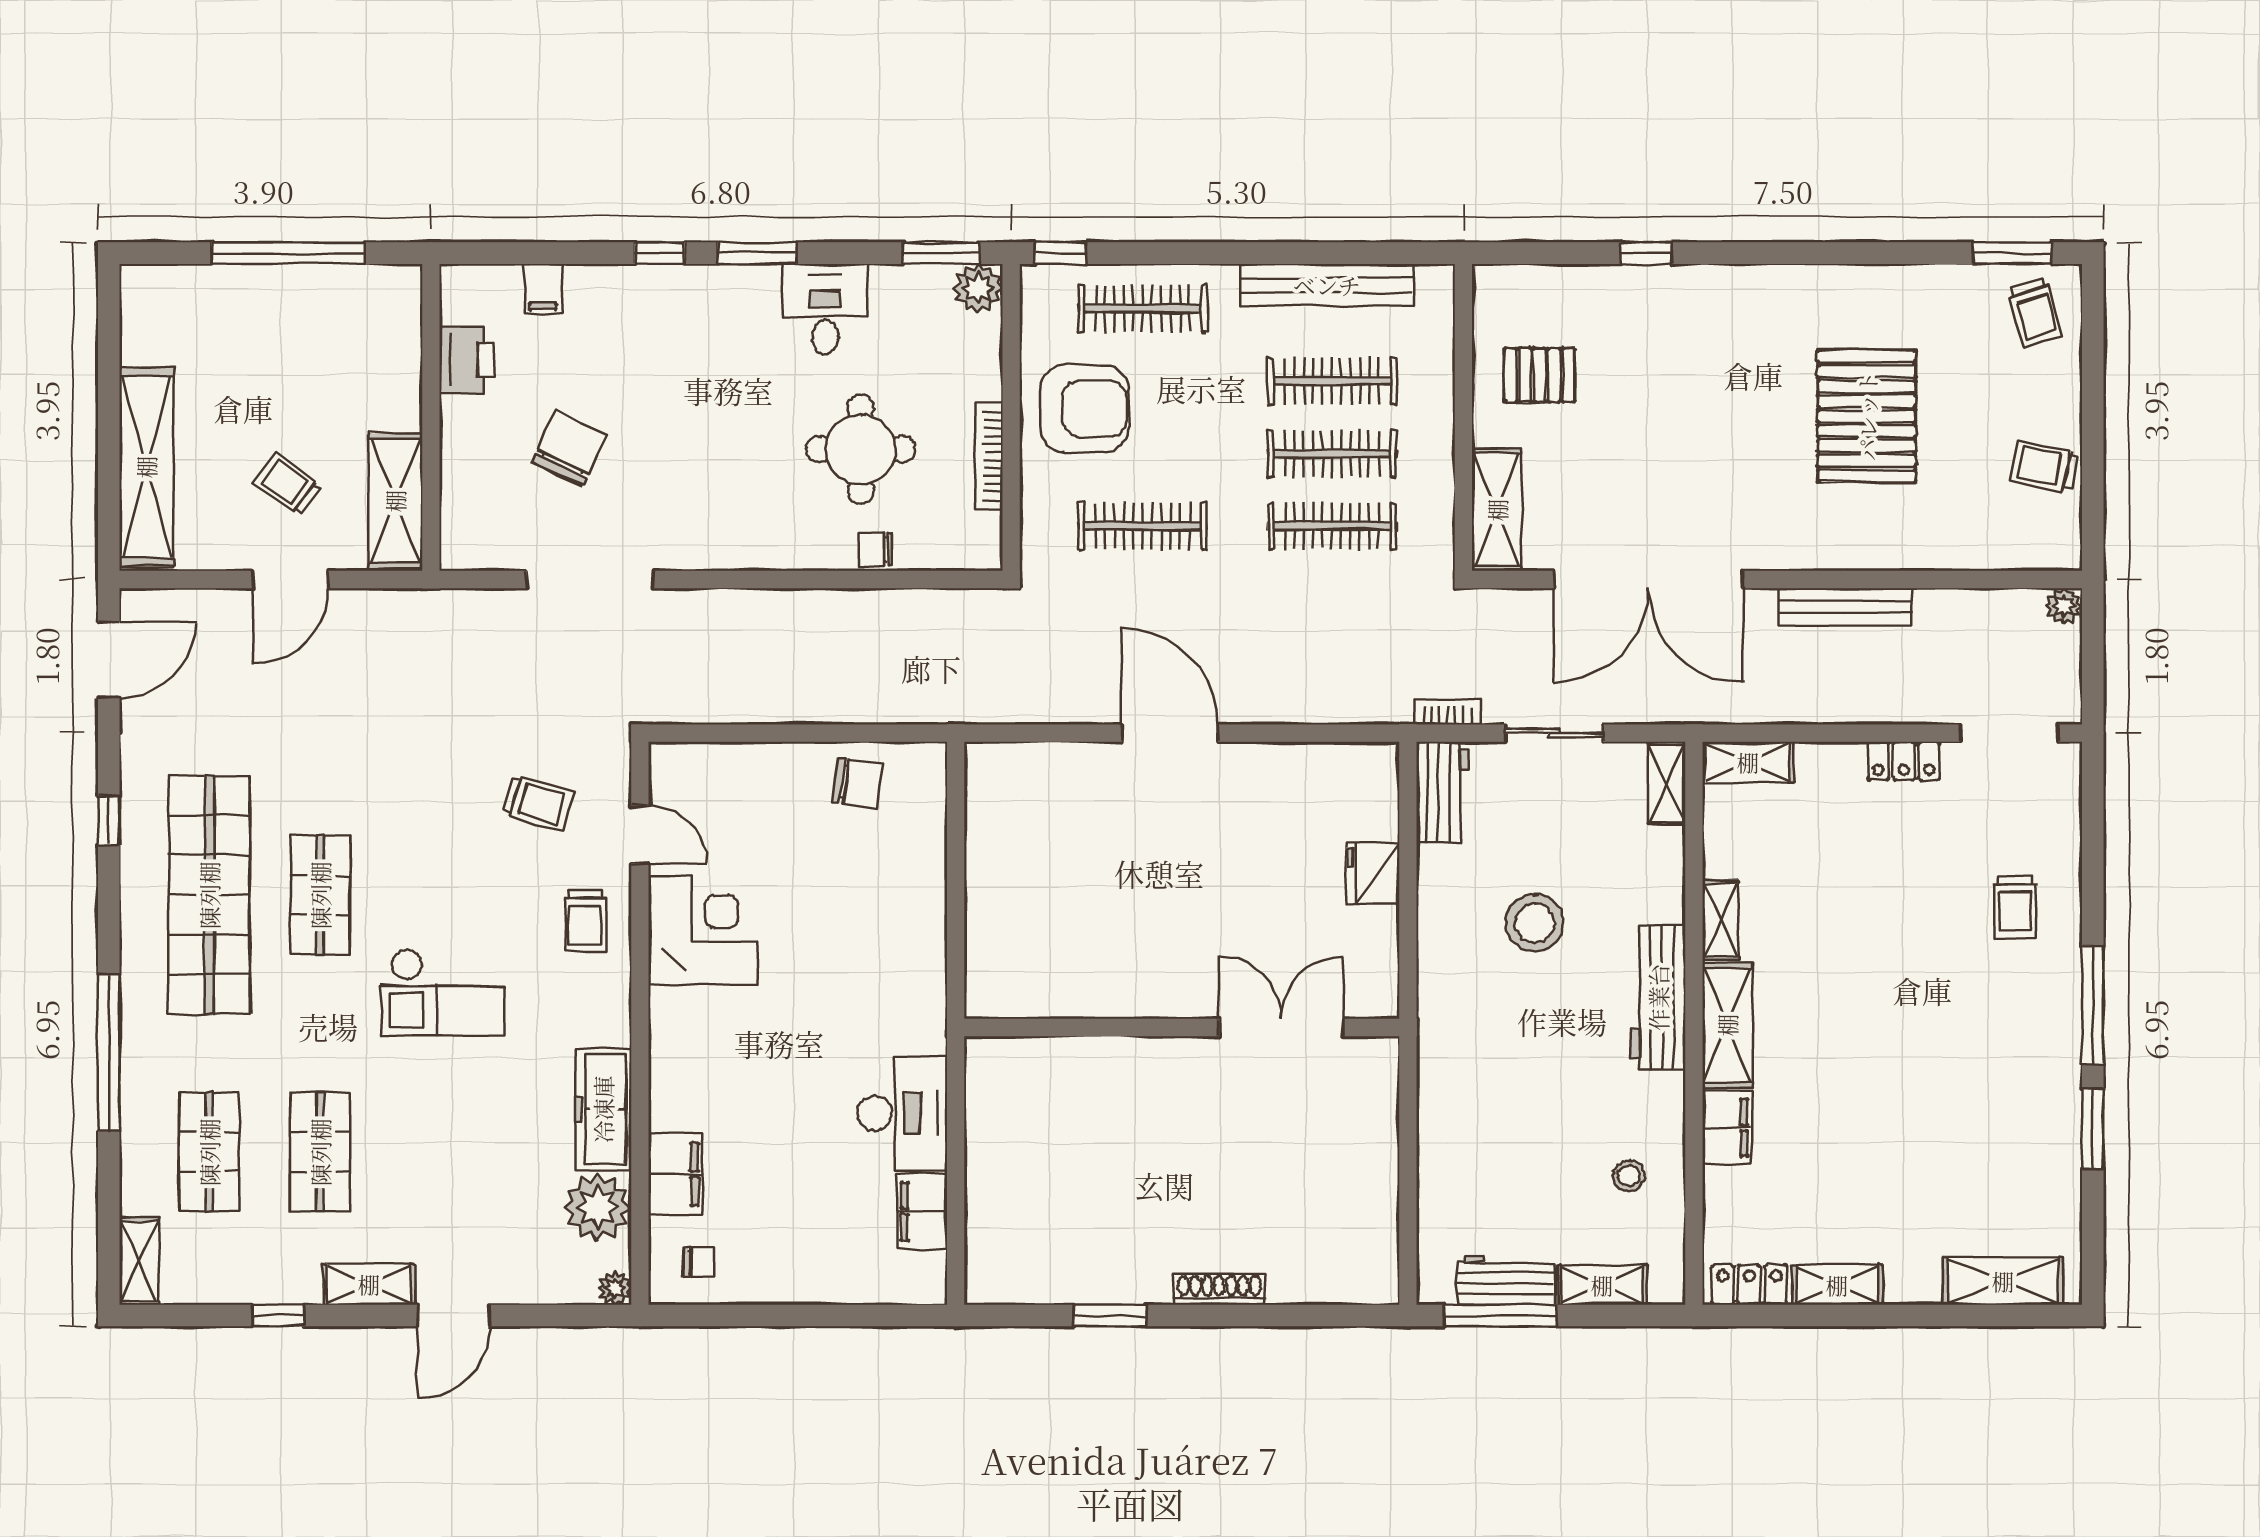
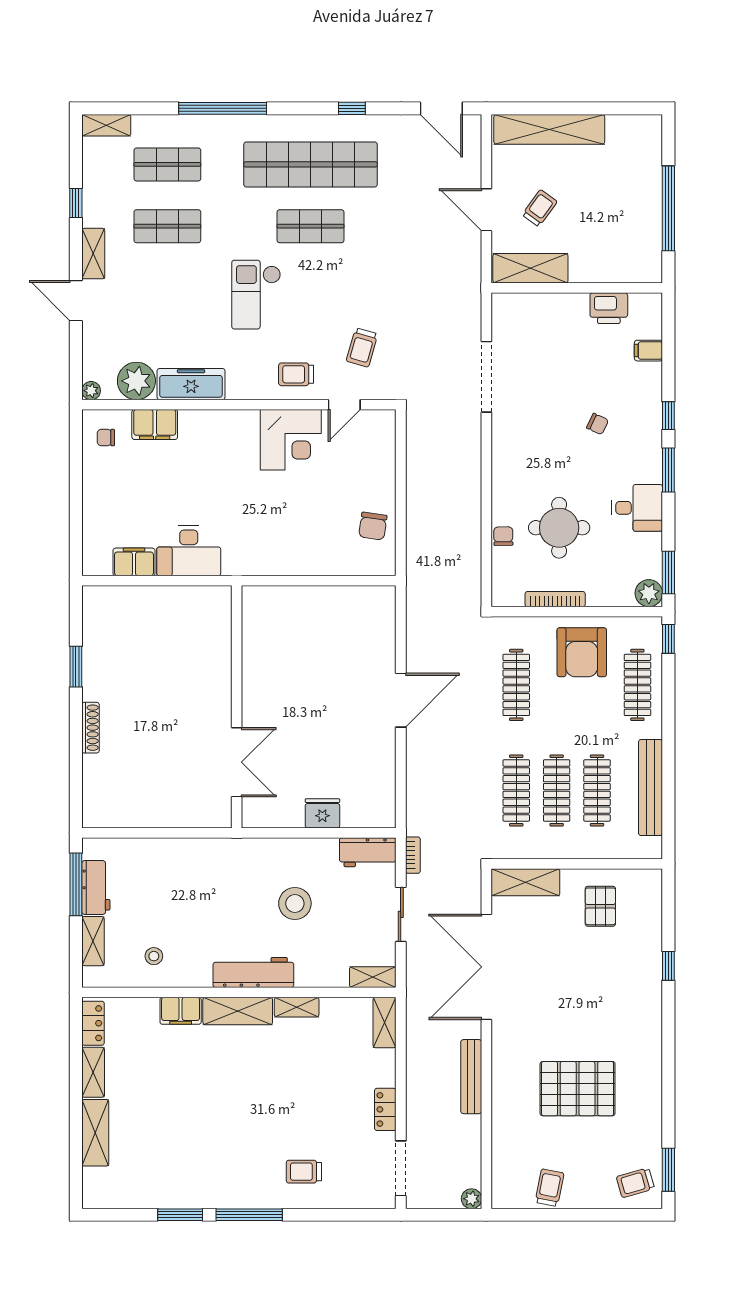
chair: (569, 448) -> (598, 424), moved, width x0.54, depth x0.54
chair: (699, 1262) -> (106, 438), turned 90
shelving: (2003, 1281) -> (95, 1133), moved

